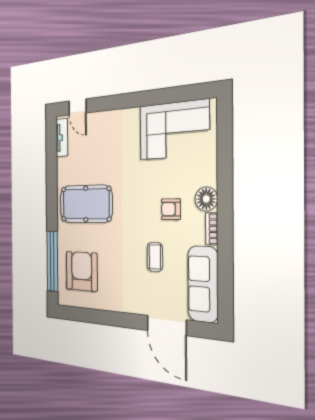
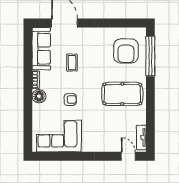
armchair: (171, 209) -> (70, 100), moved

